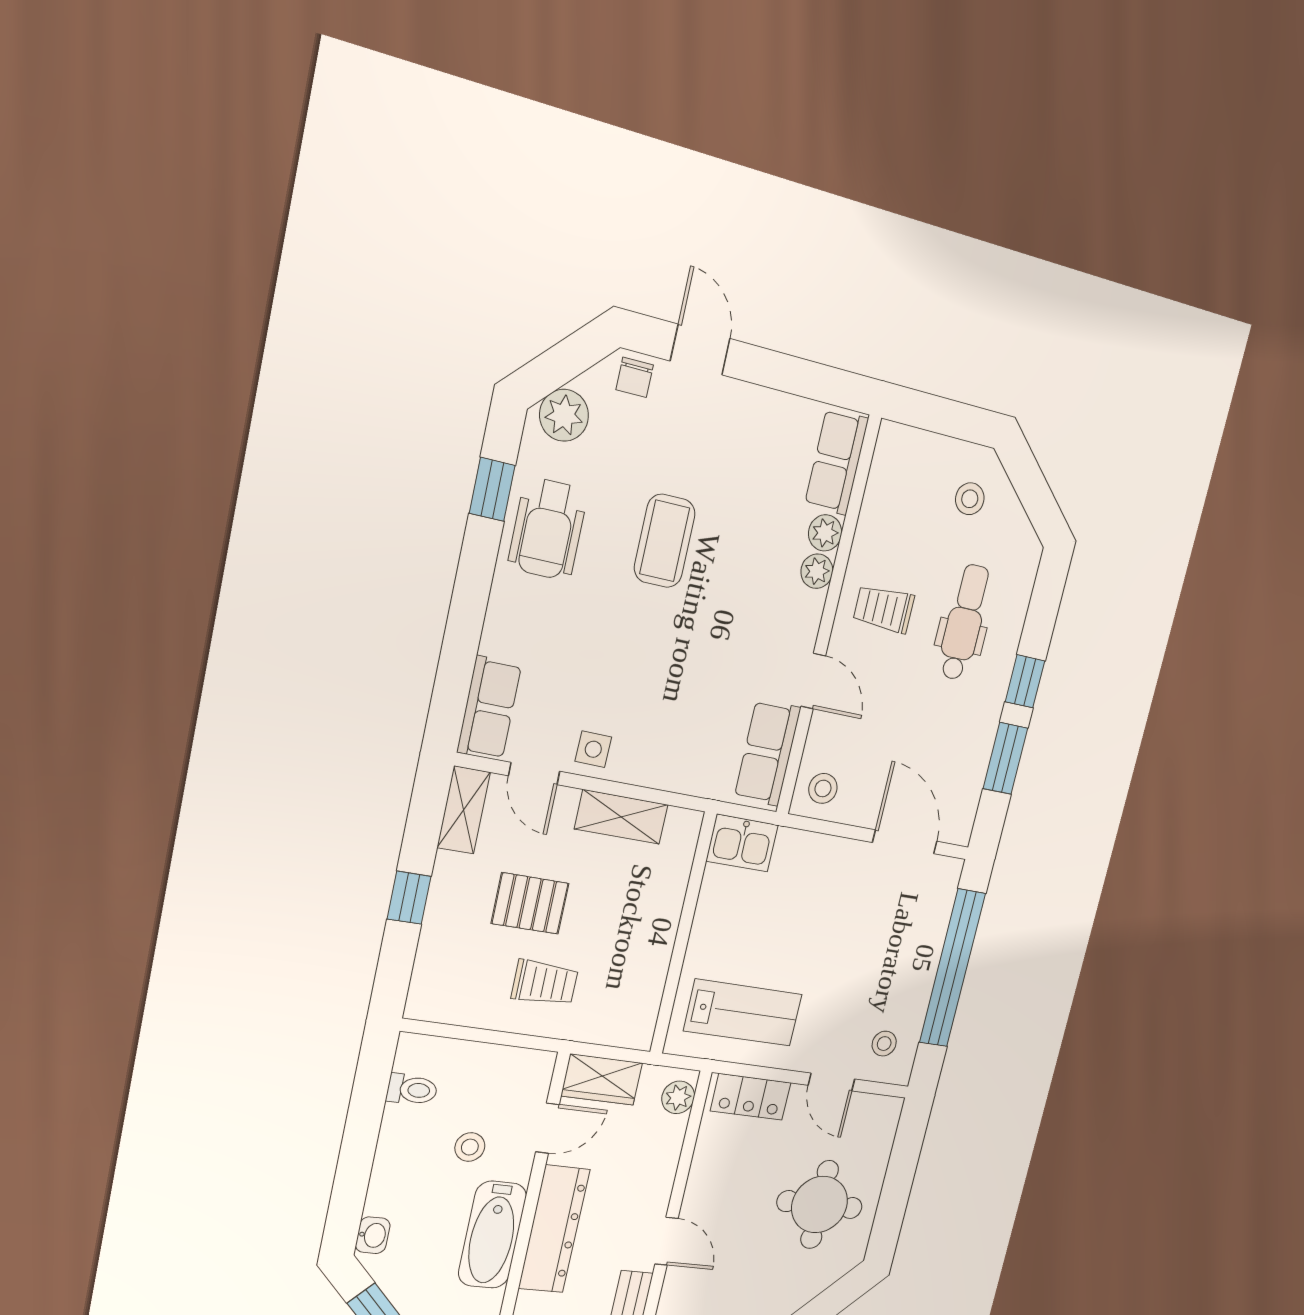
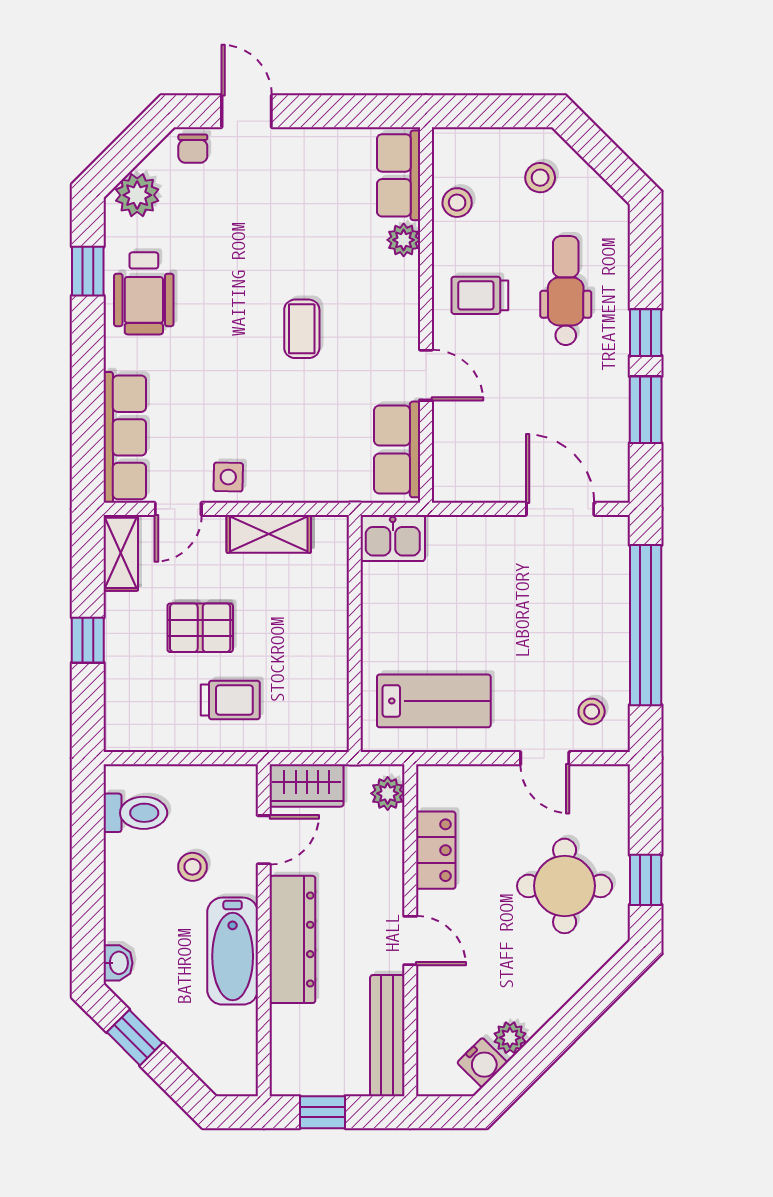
coffee table: (665, 541) -> (302, 329), moved, width x0.73, depth x0.77
plant: (817, 571) -> (404, 276), removed
row of seats: (489, 708) -> (125, 437), width x1.48
door: (534, 774) -> (178, 509), hinge flipped
stool: (823, 788) -> (457, 203), moved
toilet: (412, 1090) -> (135, 813), width x1.37, depth x1.39
locker: (751, 1097) -> (436, 850), moved, turned -90
window: (892, 1207) -> (646, 880), added

